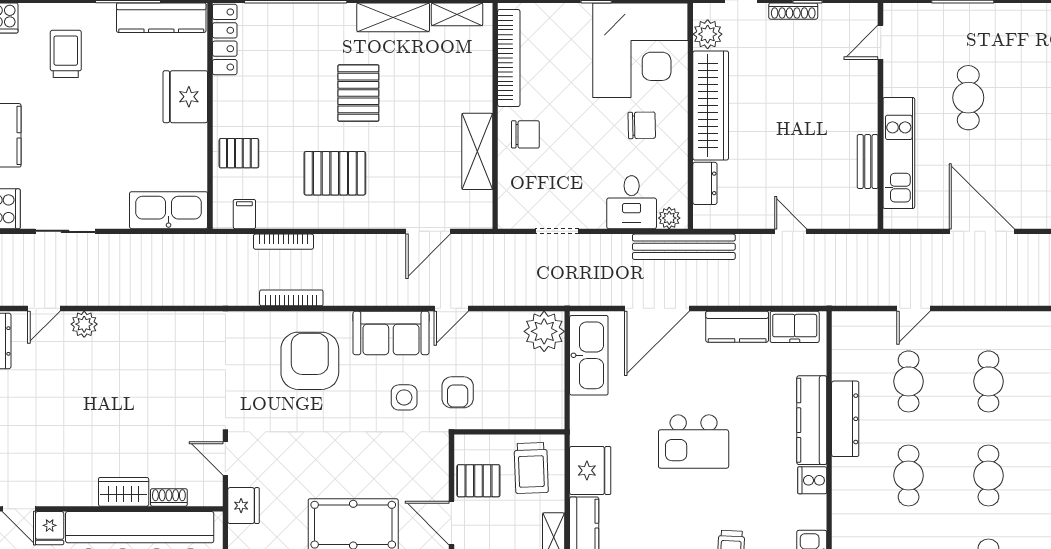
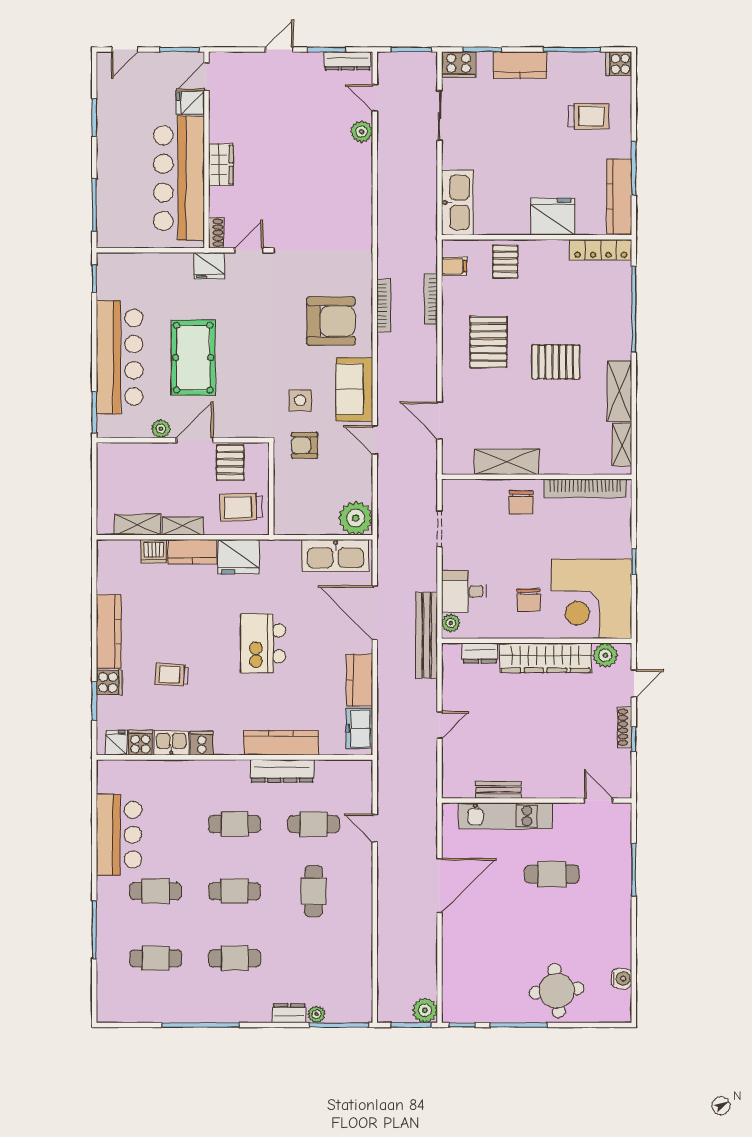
cafe table: (988, 381) -> (314, 891), turned 90
cooker: (812, 480) -> (202, 743), moved
shoe rack: (169, 497) -> (216, 233), moved

